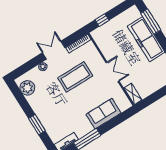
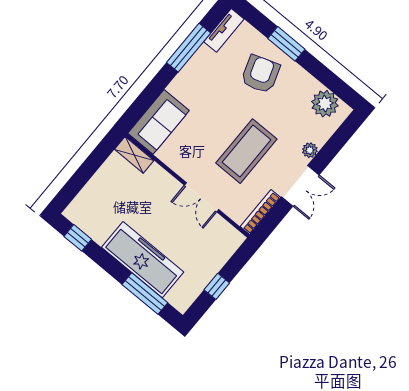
window: (102, 20) -> (217, 286), moved
double door: (113, 72) -> (202, 197), moved
armchair: (55, 114) -> (260, 74), added
sofa: (103, 114) -> (159, 122), moved

